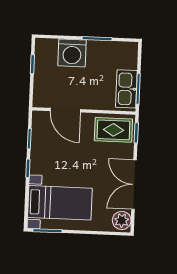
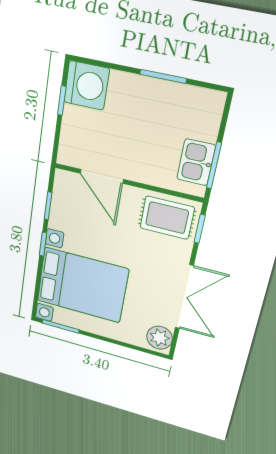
washing machine: (72, 53) -> (87, 85), moved, turned -90
kitchen sink: (126, 89) -> (196, 162), width x0.73
double door: (134, 185) -> (184, 297), swing flipped
bed with nightstands: (60, 203) -> (82, 285), width x1.36

